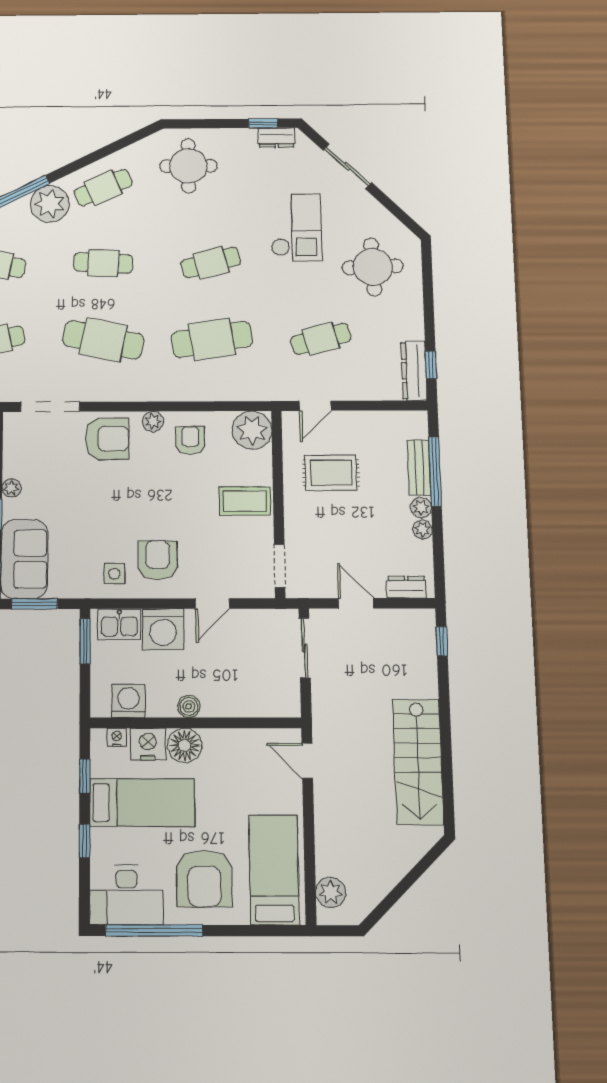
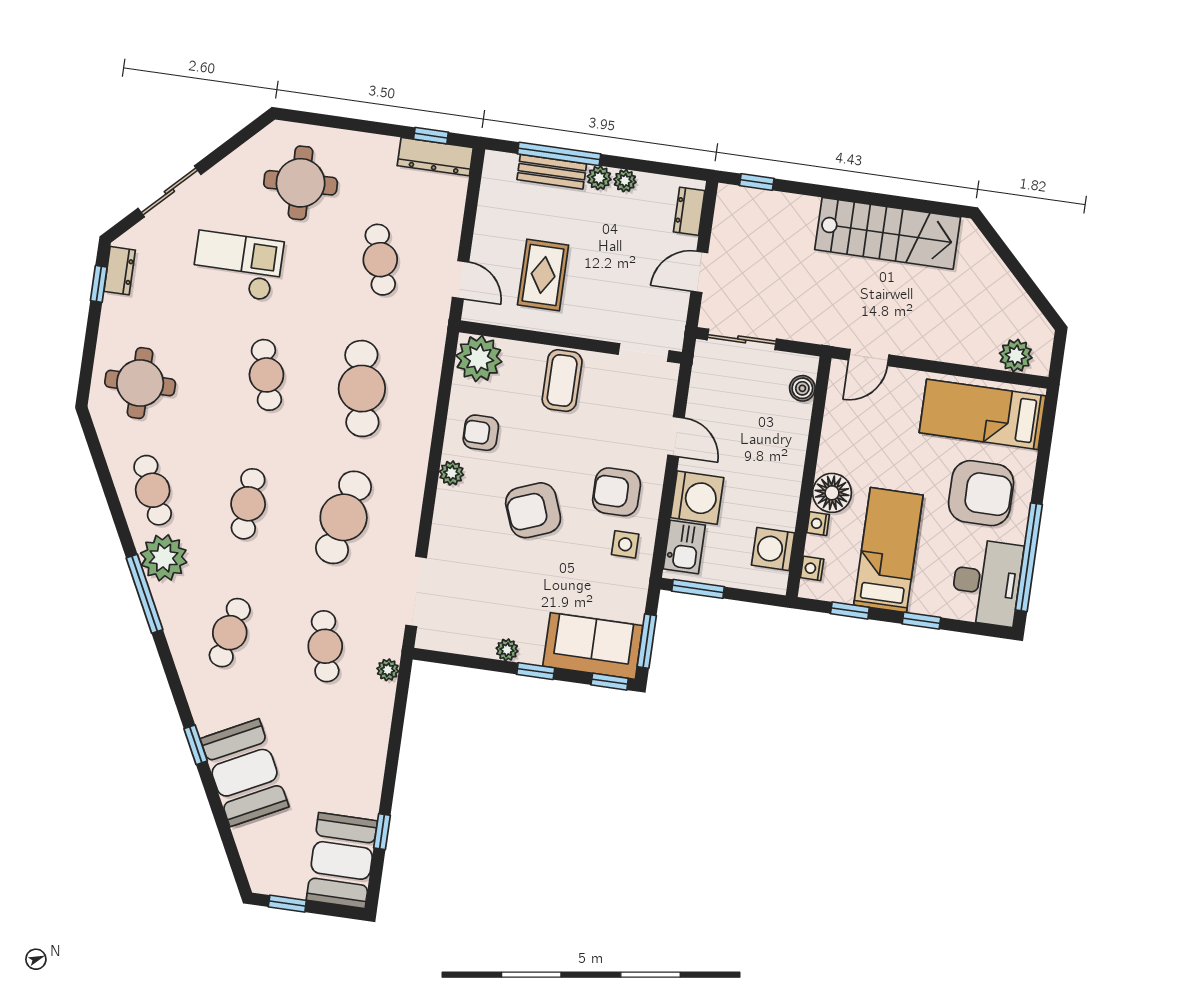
armchair: (107, 439) -> (533, 510), moved, turned -111
boiler: (189, 706) -> (802, 388), moved
nightstand: (148, 744) -> (818, 524), width x0.53, depth x0.56

